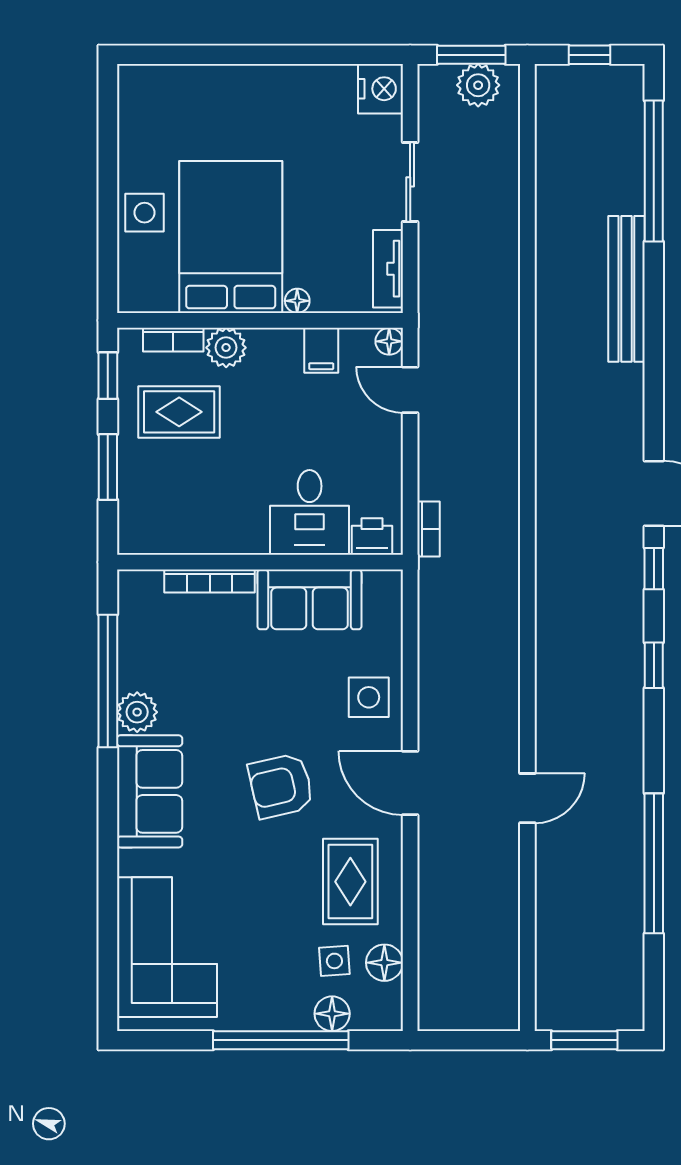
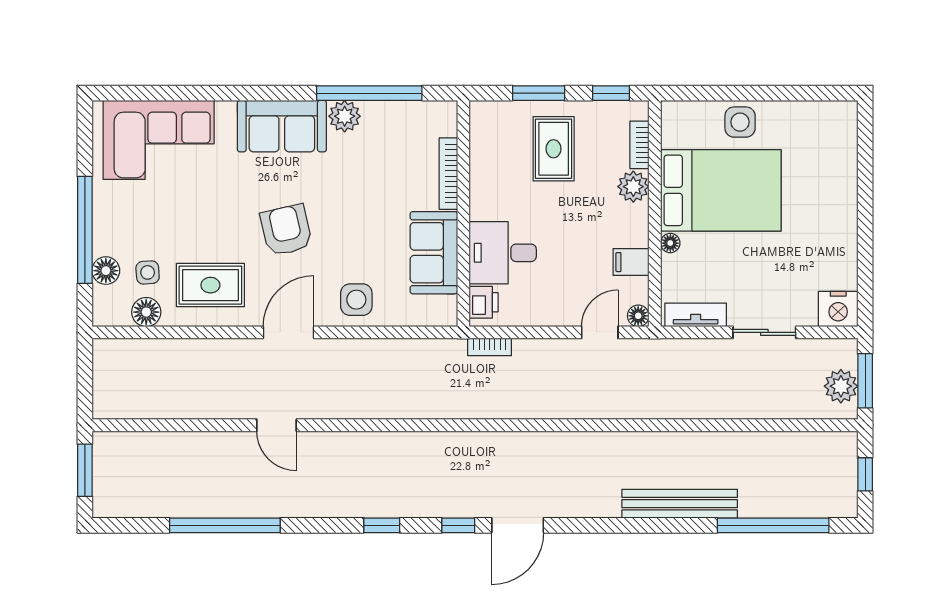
rug: (179, 412) -> (554, 149), moved

